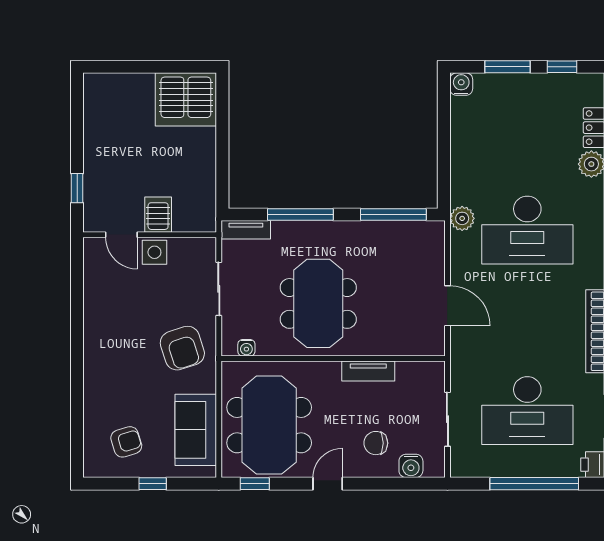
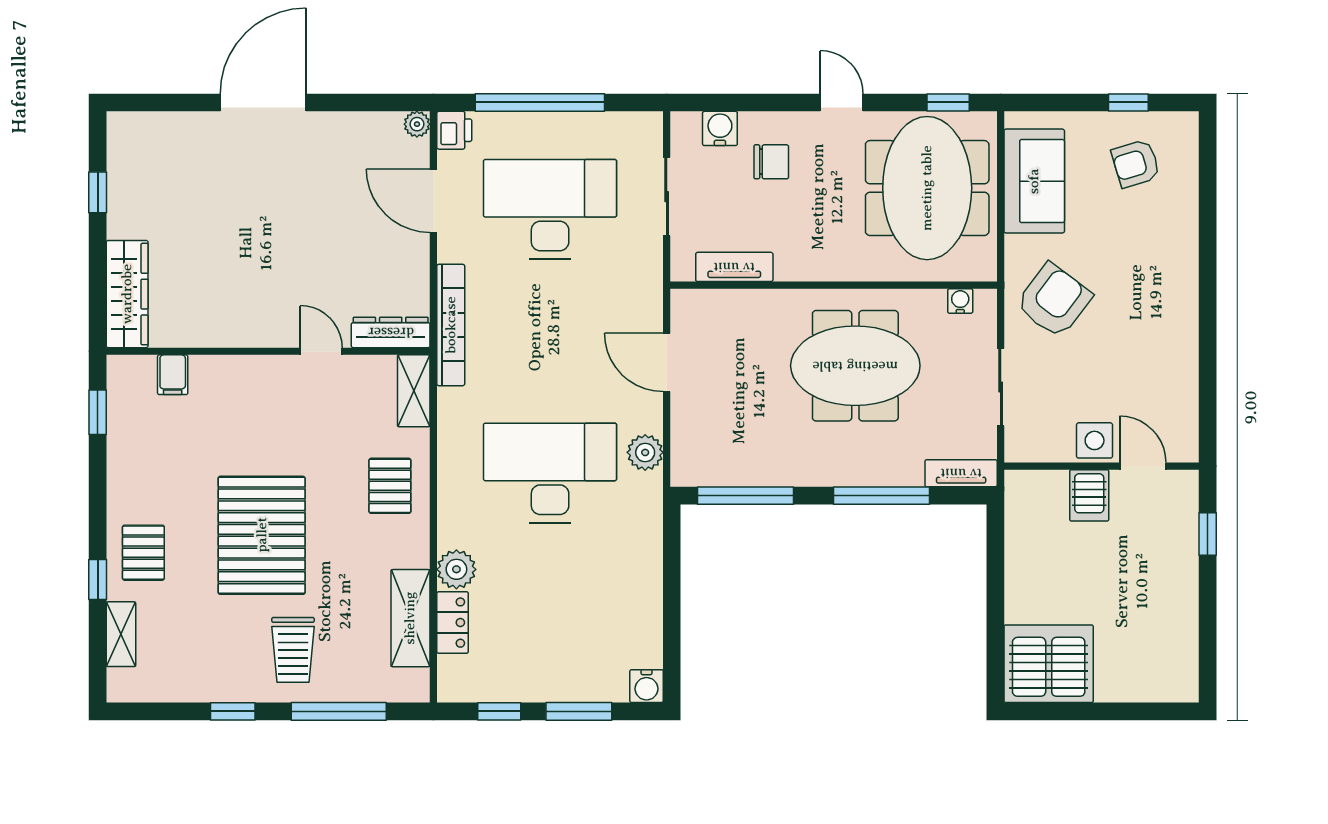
plant: (462, 218) -> (645, 452), moved
meeting table: (318, 303) -> (855, 366), turned 90
armchair: (182, 348) -> (1054, 300), turned 55
tv unit: (368, 371) -> (734, 267), moved
window: (153, 484) -> (1128, 102), moved
door: (328, 484) -> (842, 102), swing flipped

